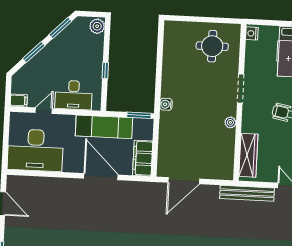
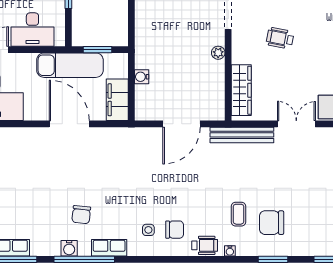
water cooler: (166, 104) -> (142, 77), moved
window: (139, 115) -> (97, 50), moved
door: (184, 181) -> (181, 124), moved

